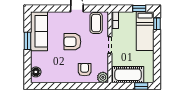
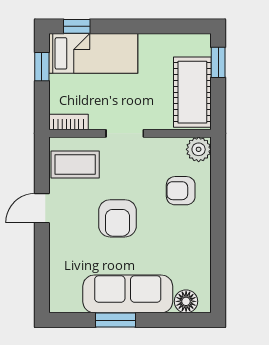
sofa: (39, 31) -> (128, 294), moved

